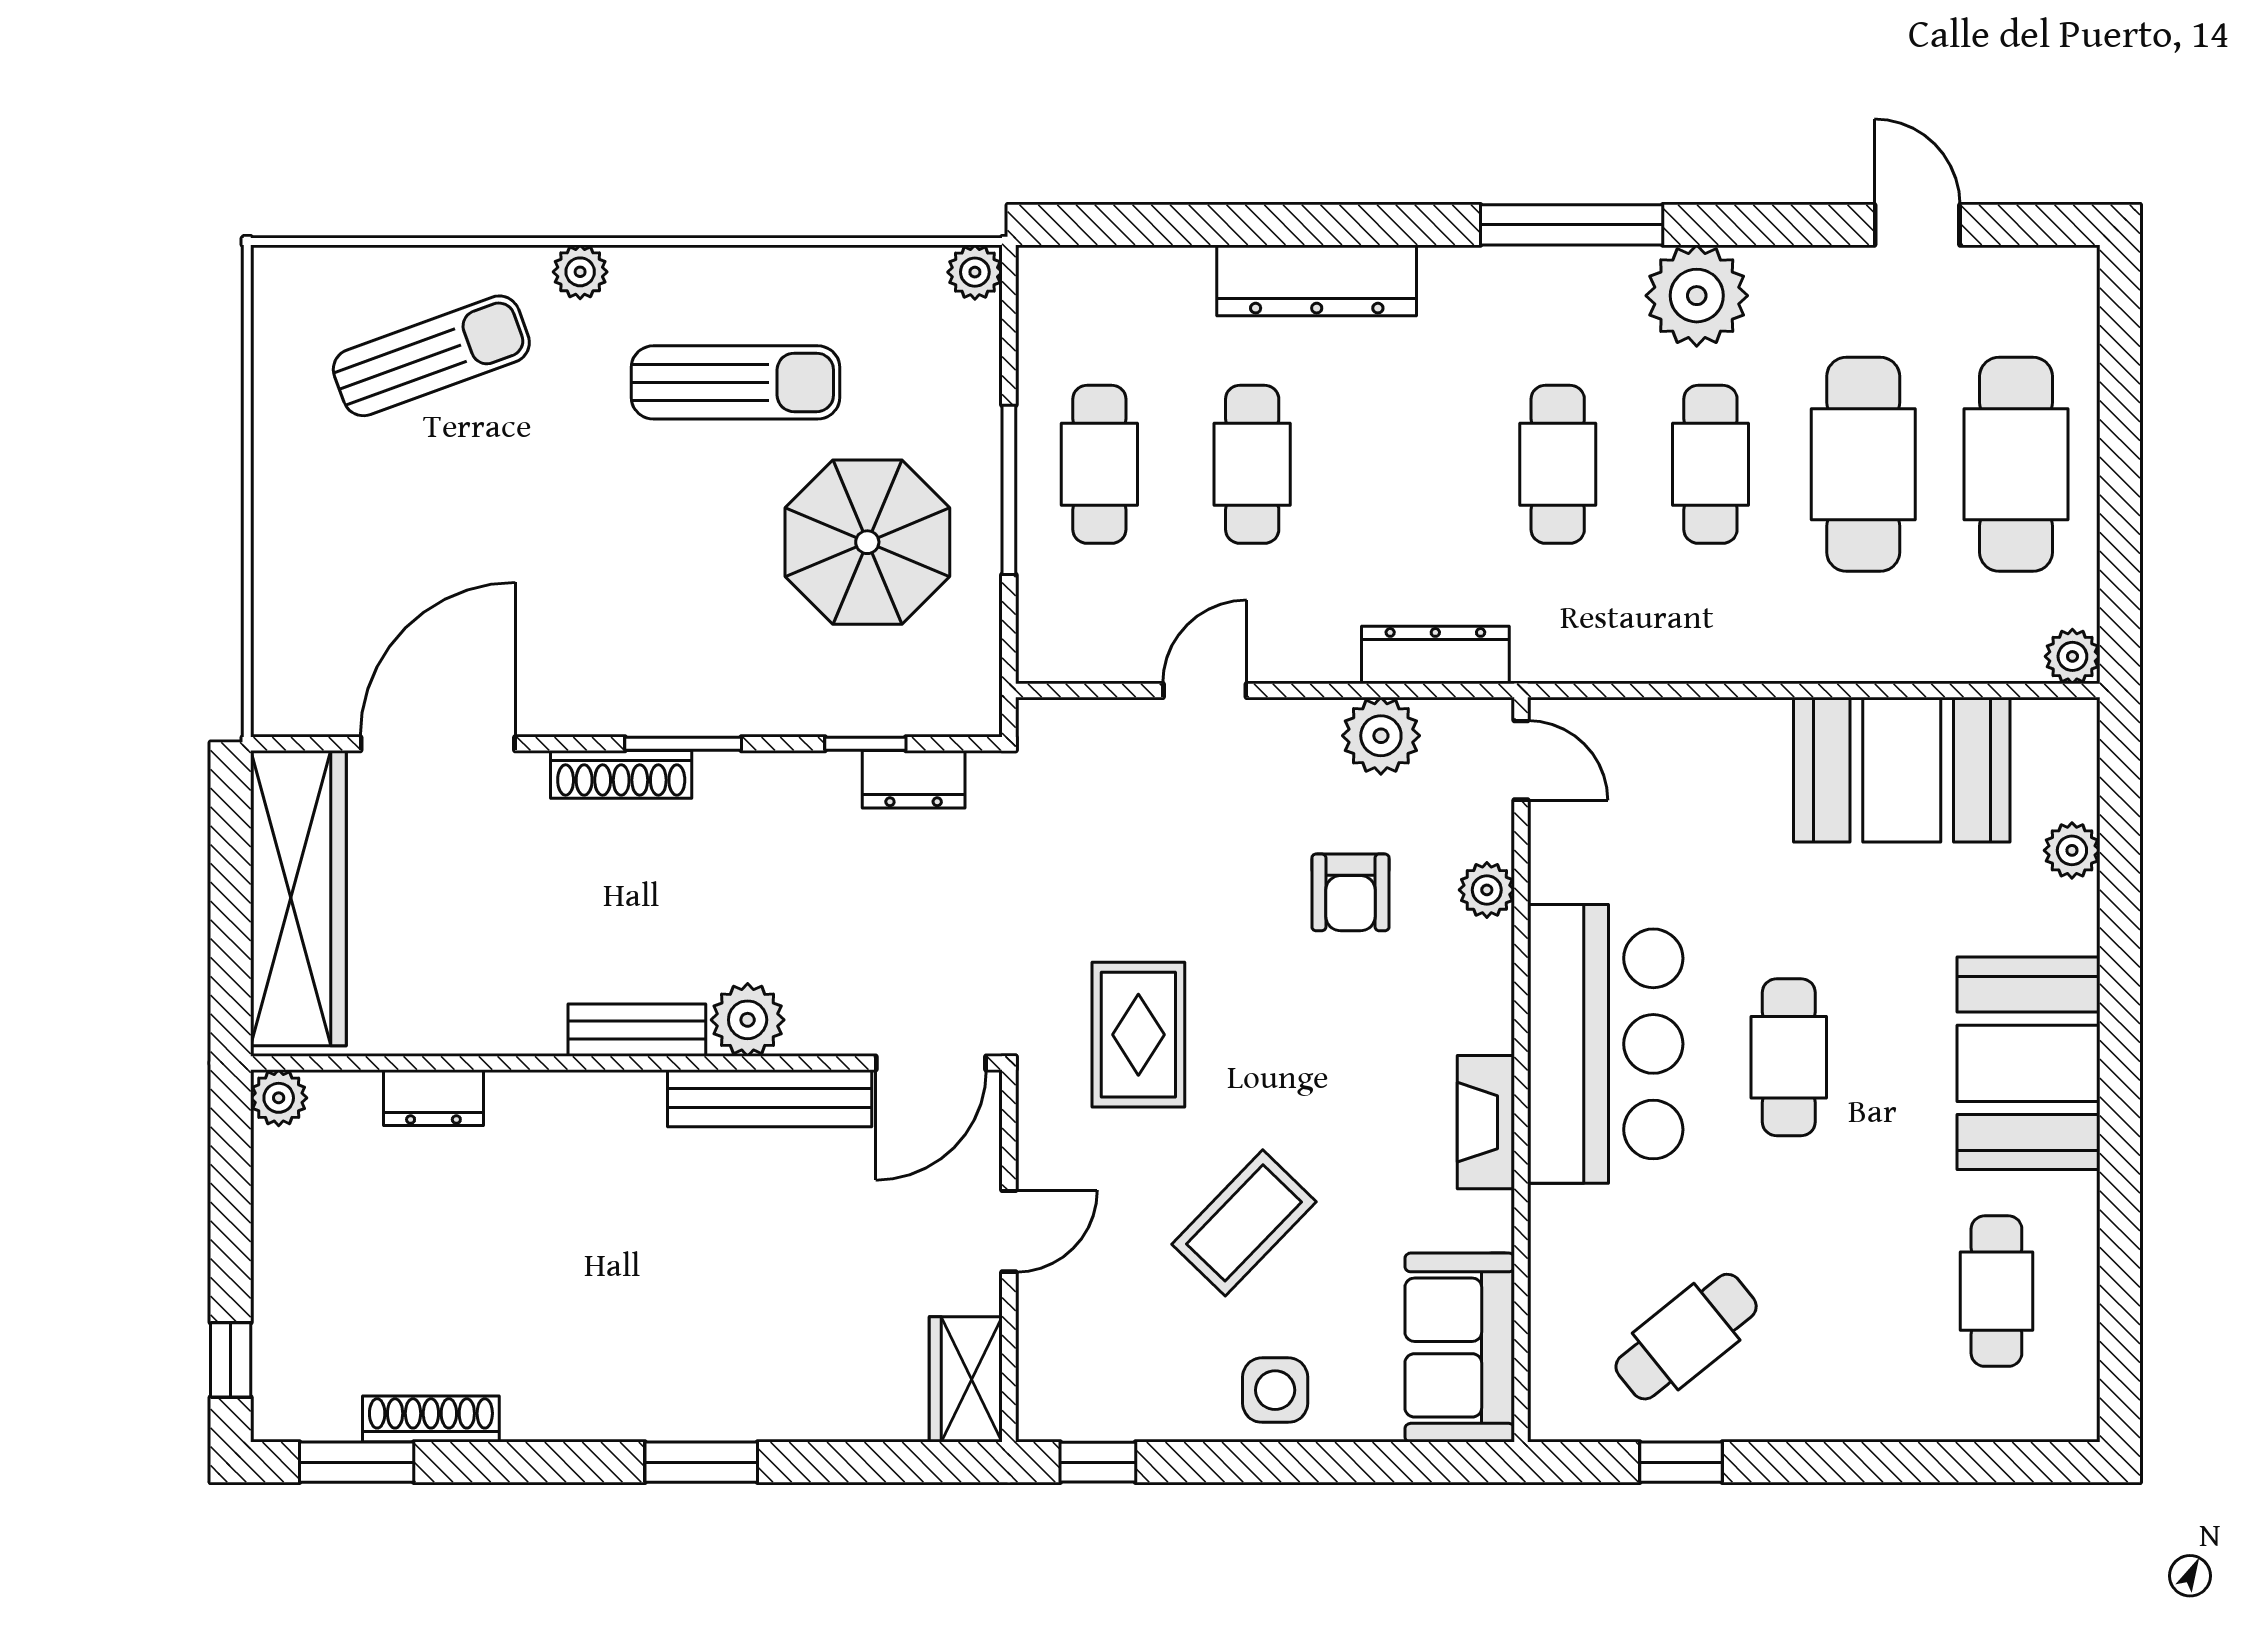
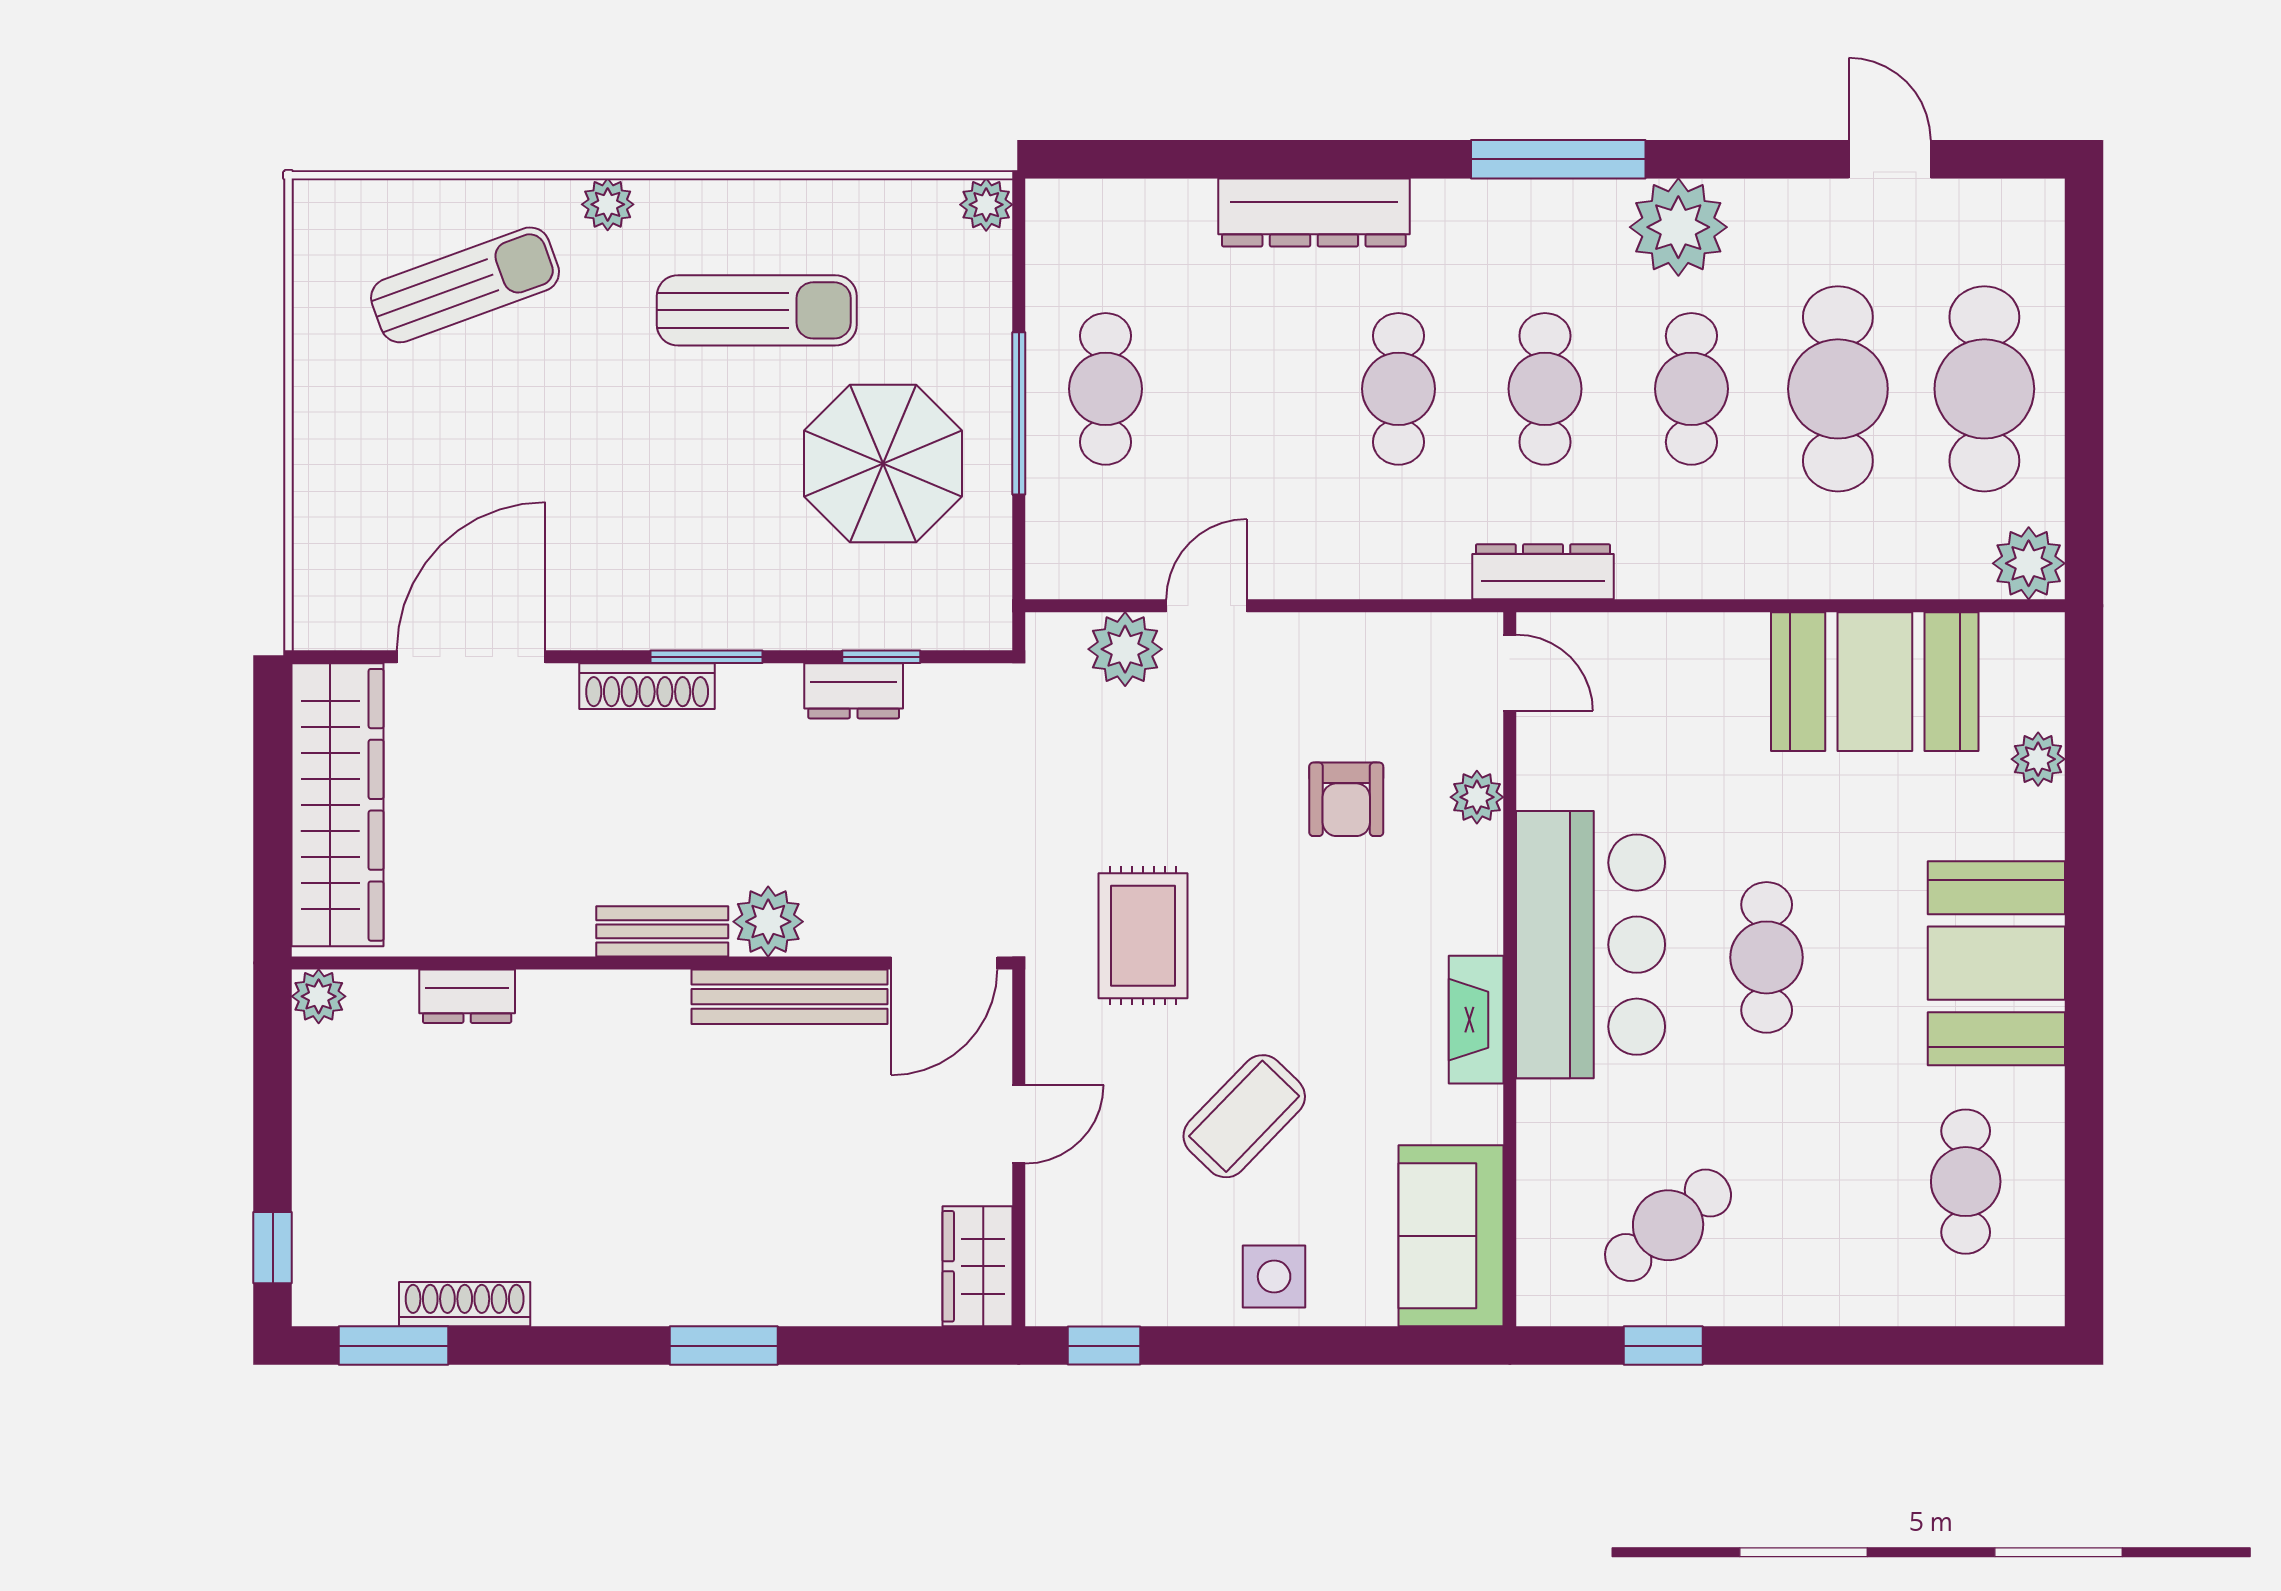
cafe table: (1252, 464) -> (1398, 389), moved
dresser: (1435, 655) -> (1543, 572), moved
plant: (2072, 656) -> (2029, 563), width x1.38, depth x1.38
plant: (1381, 736) -> (1125, 649), moved
dresser: (914, 779) -> (854, 691), moved

